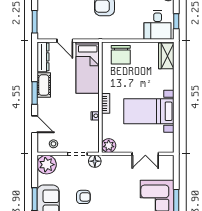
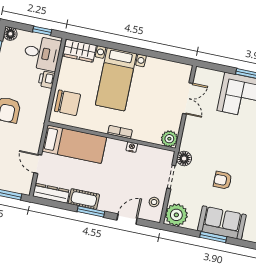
printer: (137, 33) -> (47, 80), added
door: (65, 41) -> (38, 164), swing flipped
bed with nightstands: (149, 111) -> (116, 79), moved
armchair: (83, 197) -> (223, 180), turned -90

